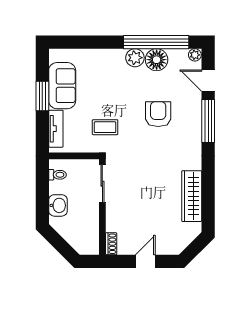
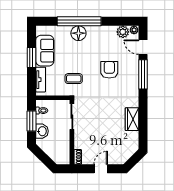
window: (156, 42) -> (79, 21), moved
plant: (135, 58) -> (123, 32), moved
floor lamp: (157, 60) -> (78, 33), moved
window: (42, 190) -> (31, 121), added
wardrobe: (192, 196) -> (132, 119), width x0.67

